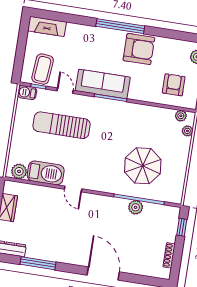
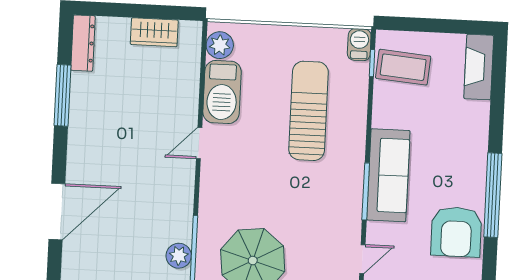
door: (65, 91) -> (362, 259), moved

